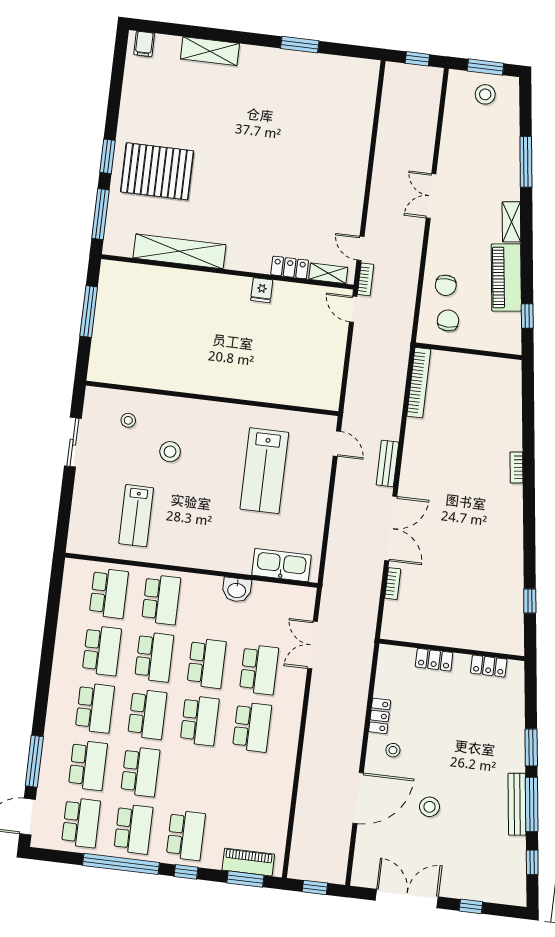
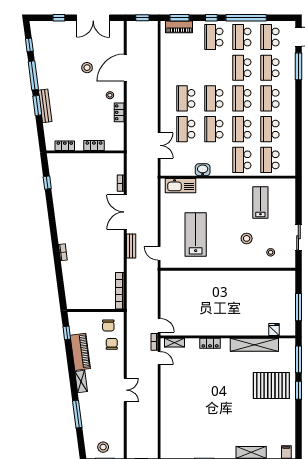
locker: (290, 267) -> (210, 343), moved
fridge: (262, 290) -> (274, 330), moved
bench: (517, 804) -> (45, 106), moved

